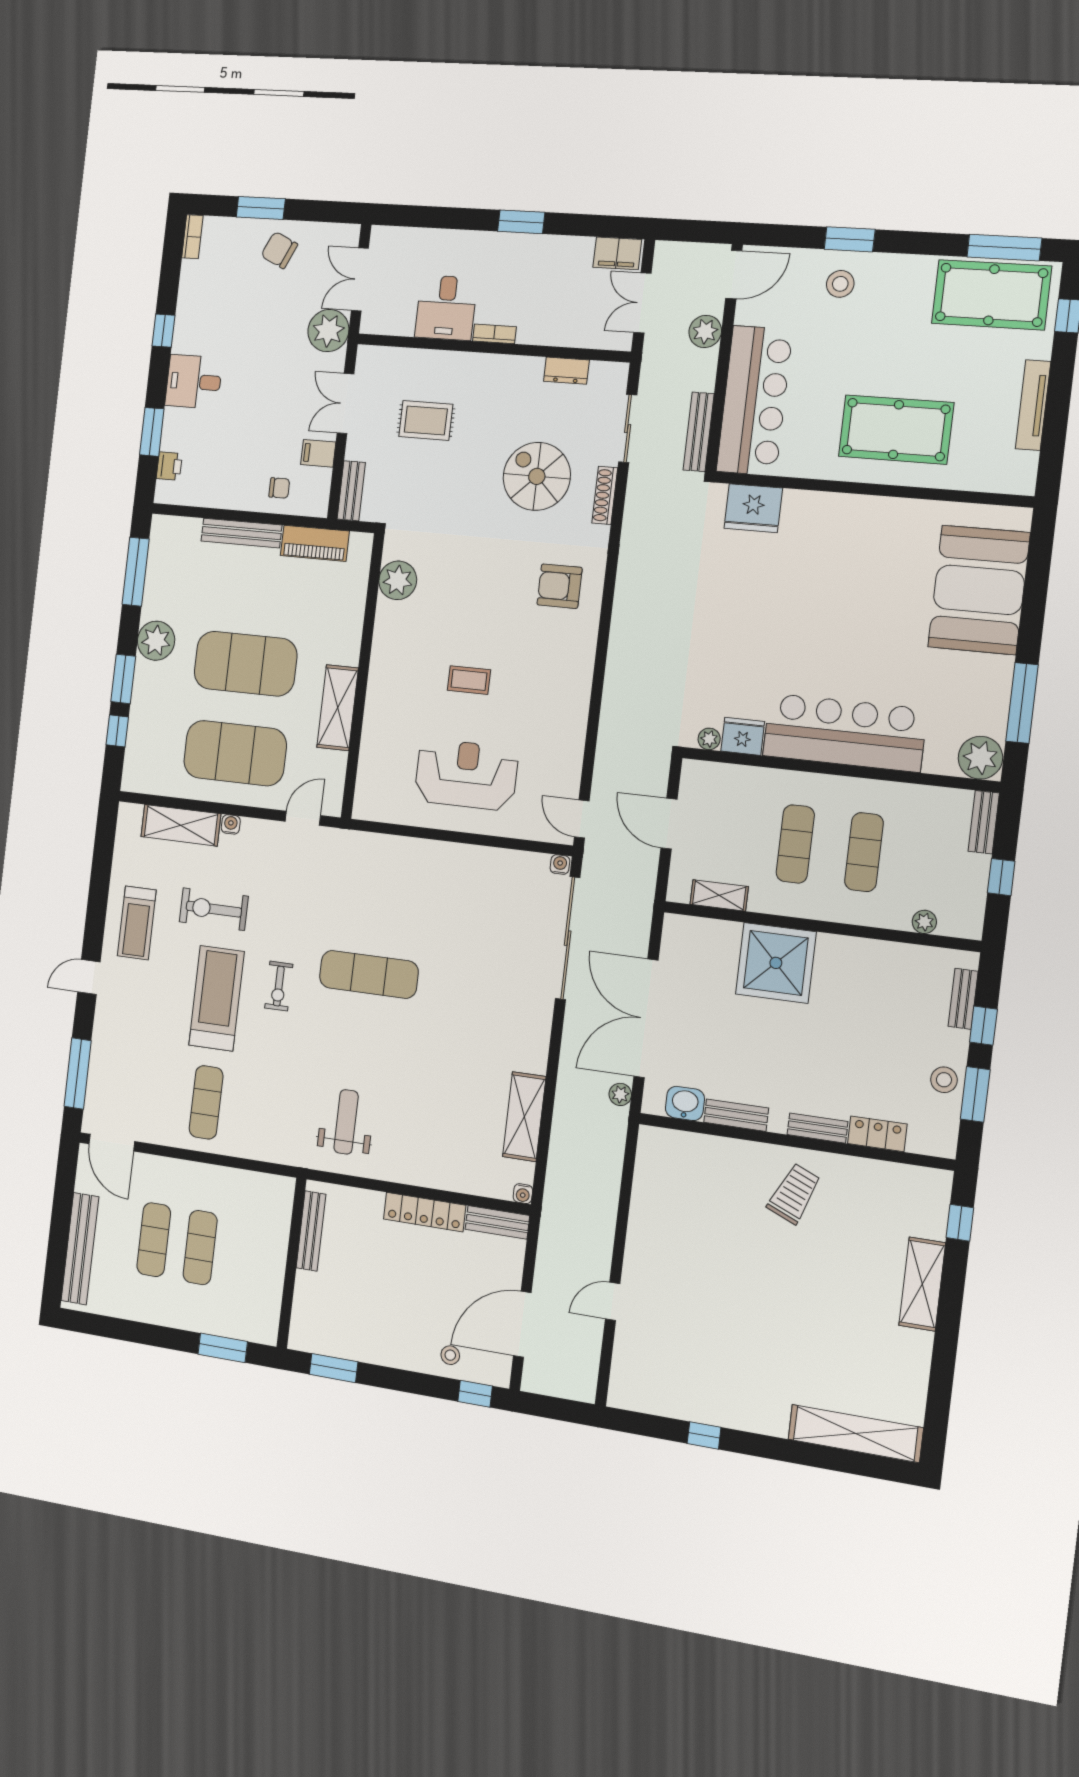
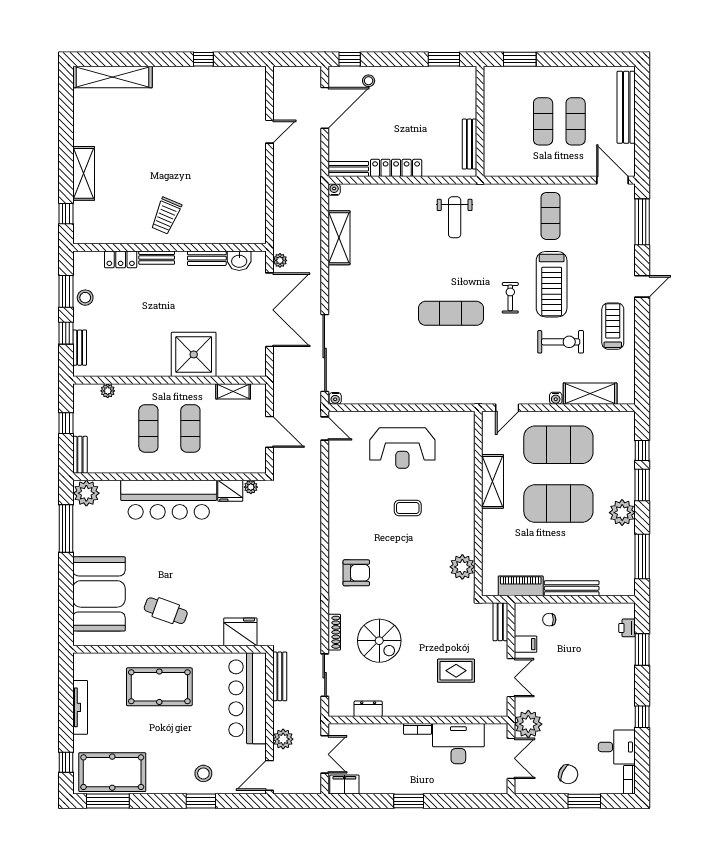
desk: (446, 308) -> (458, 744), width x1.37
desk: (194, 382) -> (617, 747), moved
cafe table: (871, 553) -> (166, 611), added

